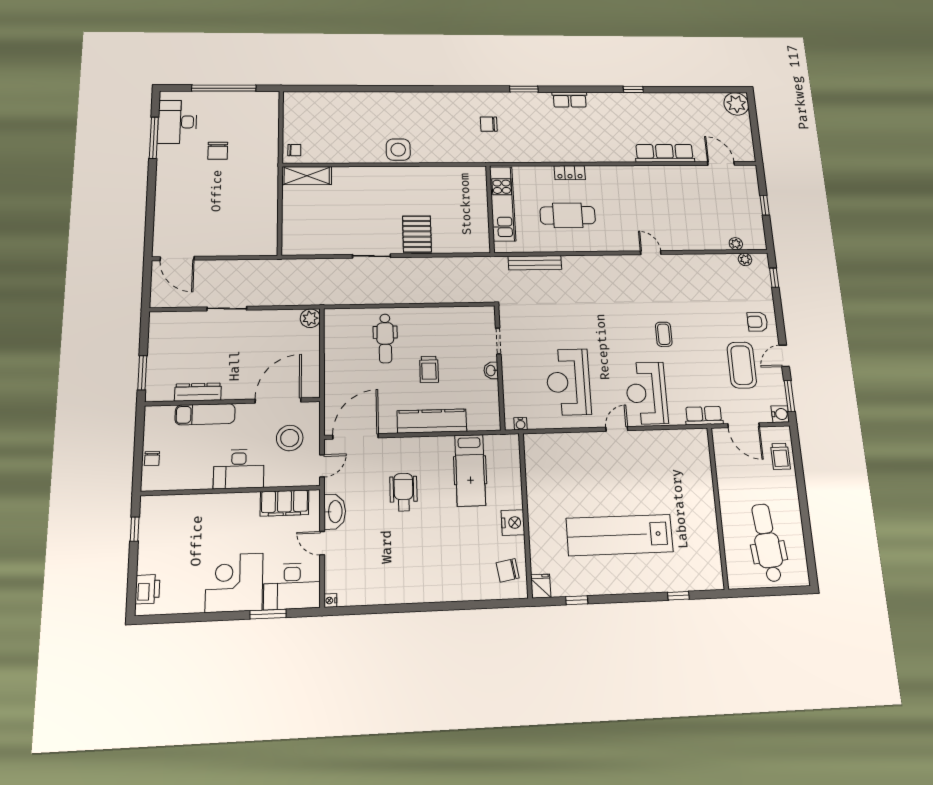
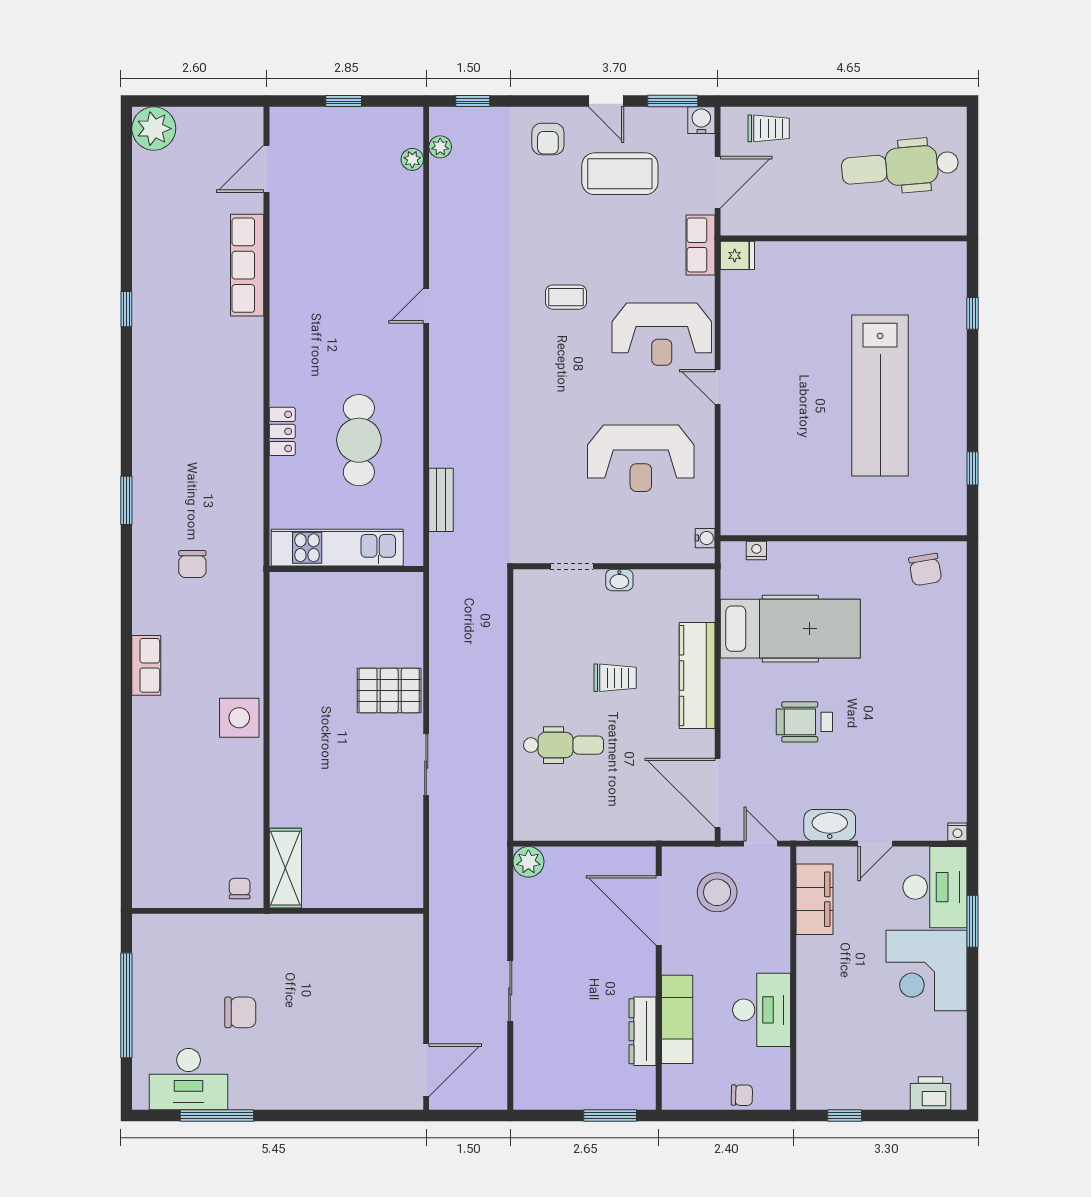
row of seats: (570, 100) -> (146, 665), moved
bench: (535, 263) -> (441, 500), width x0.73
desk: (239, 469) -> (762, 1010), moved
hospital bed: (470, 470) -> (790, 629), width x1.37, depth x1.29
nightstand: (513, 523) -> (756, 550), moved, width x0.53, depth x0.56
fridge: (541, 586) -> (737, 255), moved, turned 180

